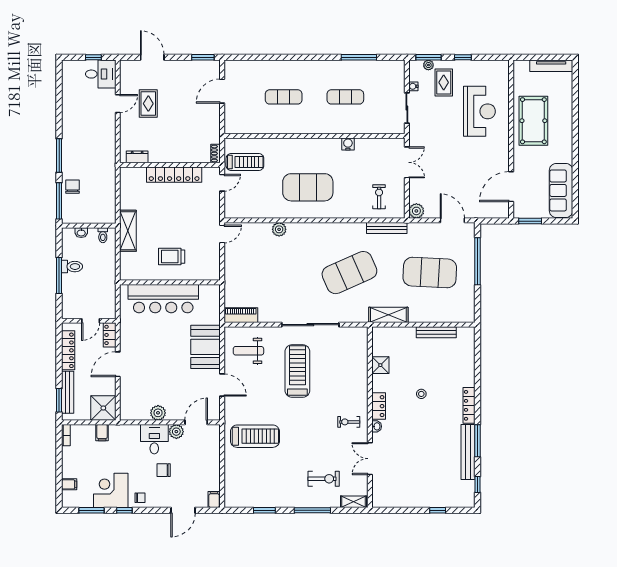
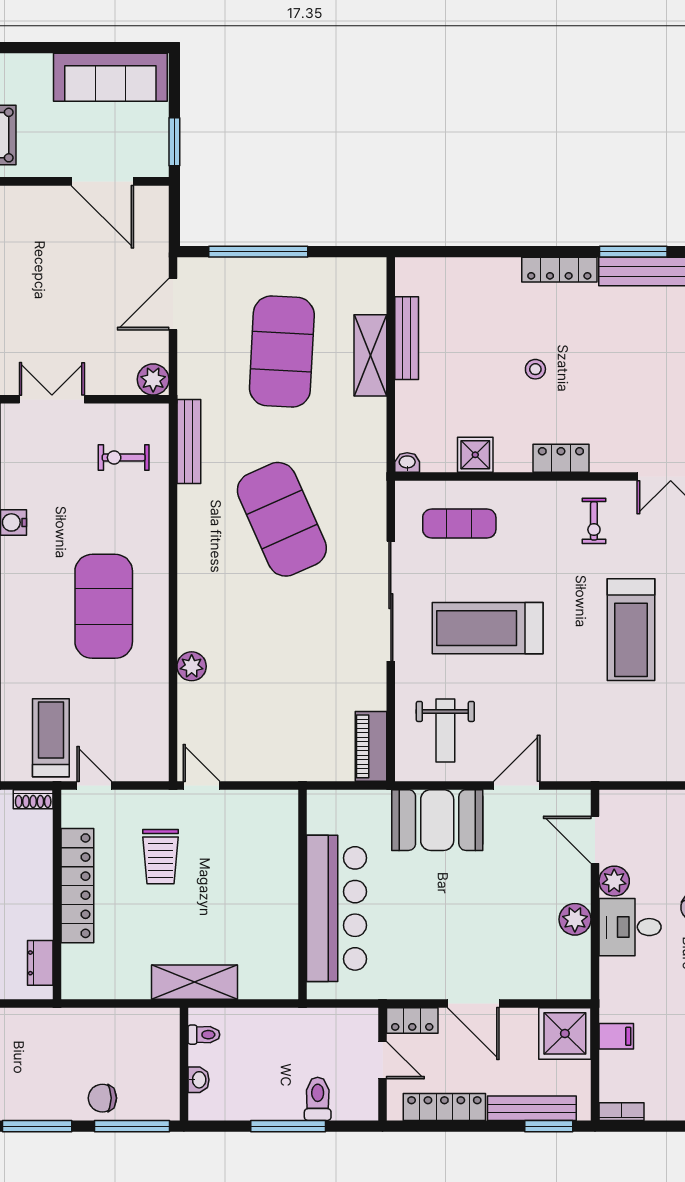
trolley: (172, 257) -> (161, 857), moved
toilet: (72, 267) -> (318, 1099), moved
shelving: (388, 315) -> (370, 355), moved
exercise mat: (347, 357) -> (459, 524), added
washbasin: (377, 426) -> (407, 462), moved
treadmill: (255, 436) -> (631, 630), moved, turned 180

